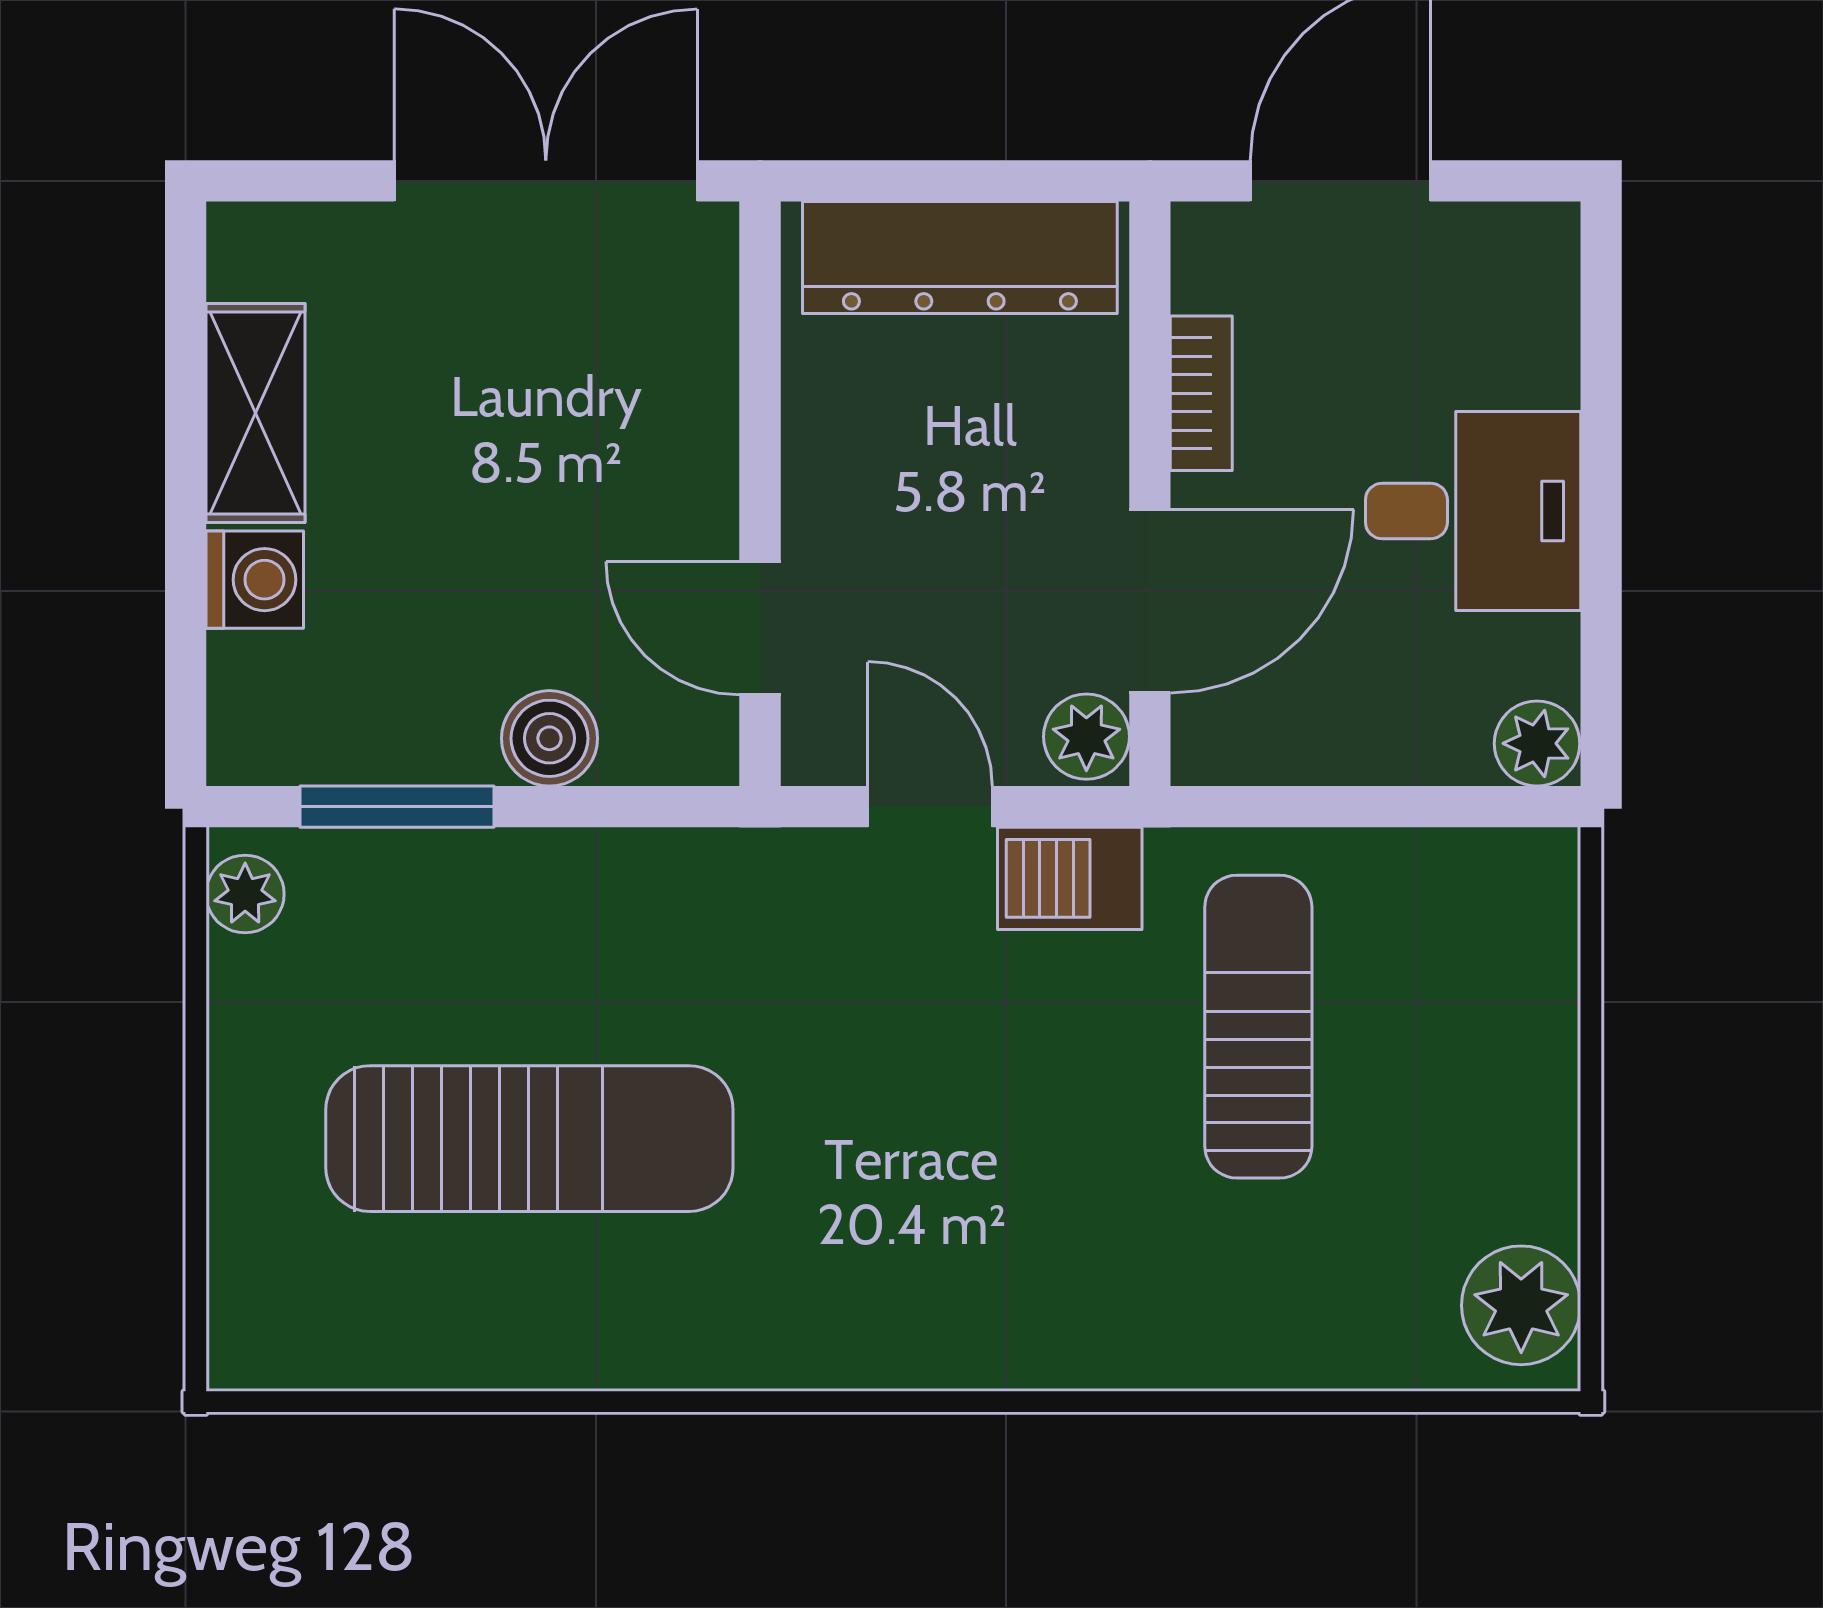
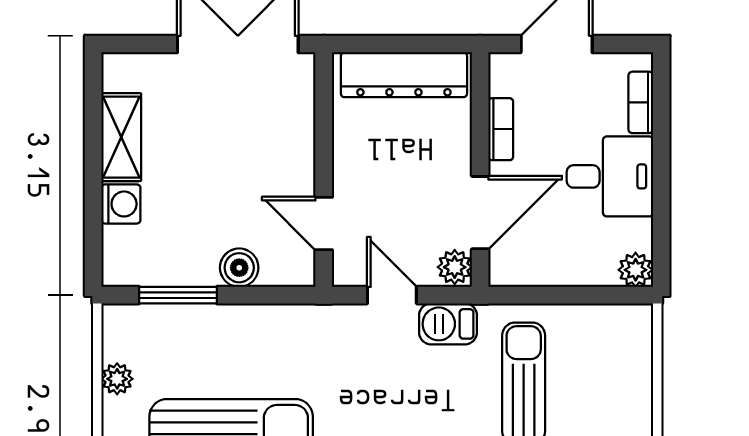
bookcase: (1550, 327) -> (641, 102), added
plant: (245, 894) -> (117, 379), moved

